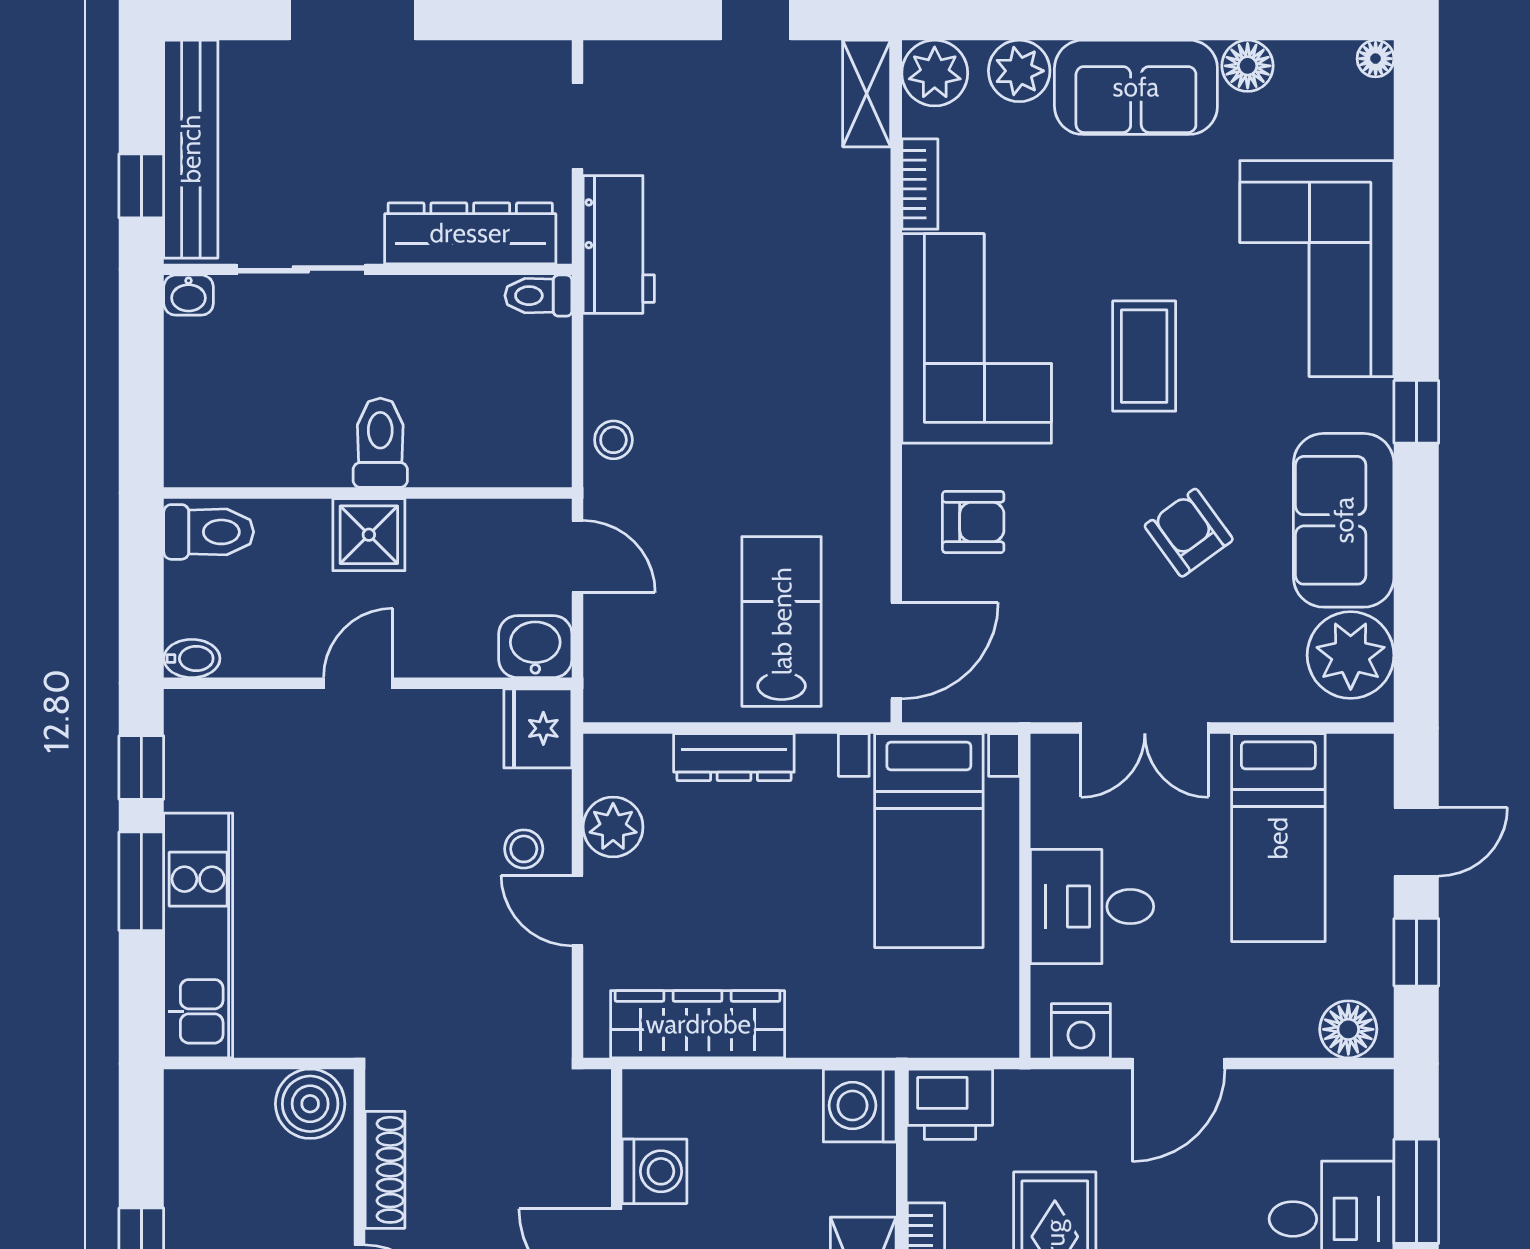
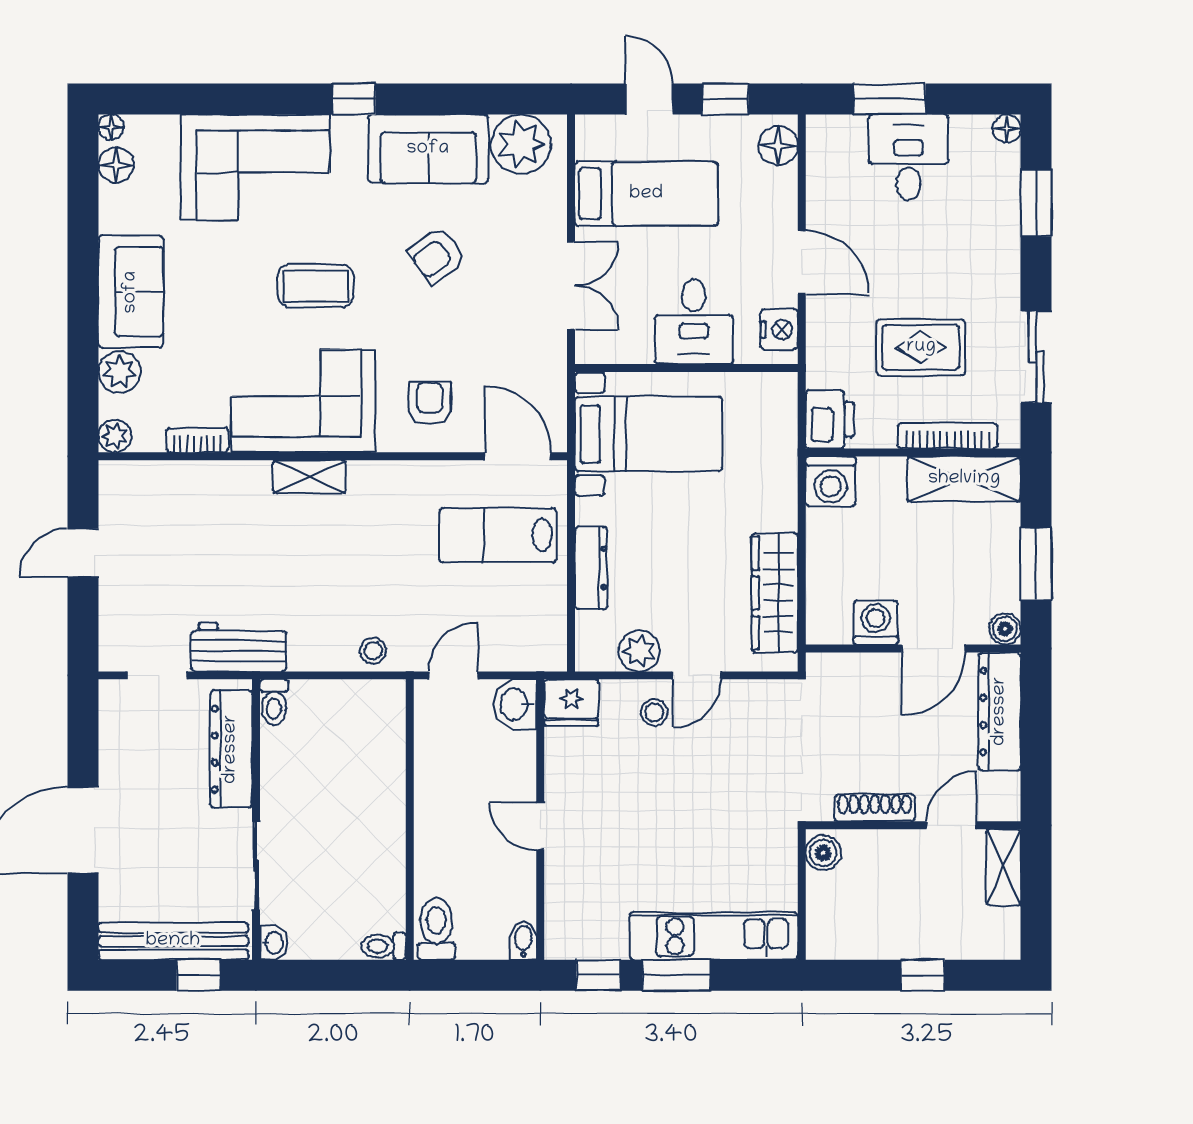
floor lamp: (1248, 66) -> (116, 165), moved
plant: (935, 73) -> (115, 436), width x0.73, depth x0.73
shelving: (867, 93) -> (309, 477), moved
toilet: (380, 443) -> (384, 946), moved, width x0.73, depth x0.72
shower: (369, 535) -> (438, 819), removed
boiler: (310, 1104) -> (823, 853), width x0.73, depth x0.73

